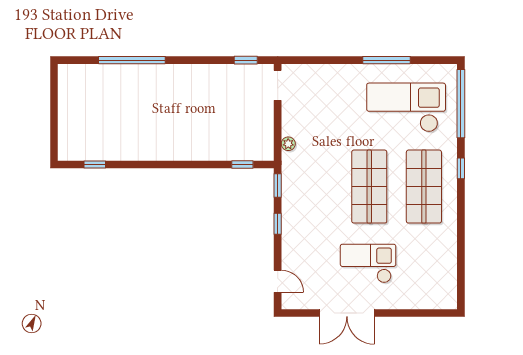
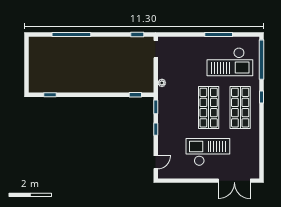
checkout: (406, 107) -> (230, 62), turned 180
checkout: (368, 263) -> (208, 152), width x1.36, depth x1.21
door: (278, 281) -> (156, 162), hinge flipped
double door: (347, 313) -> (234, 181), moved

